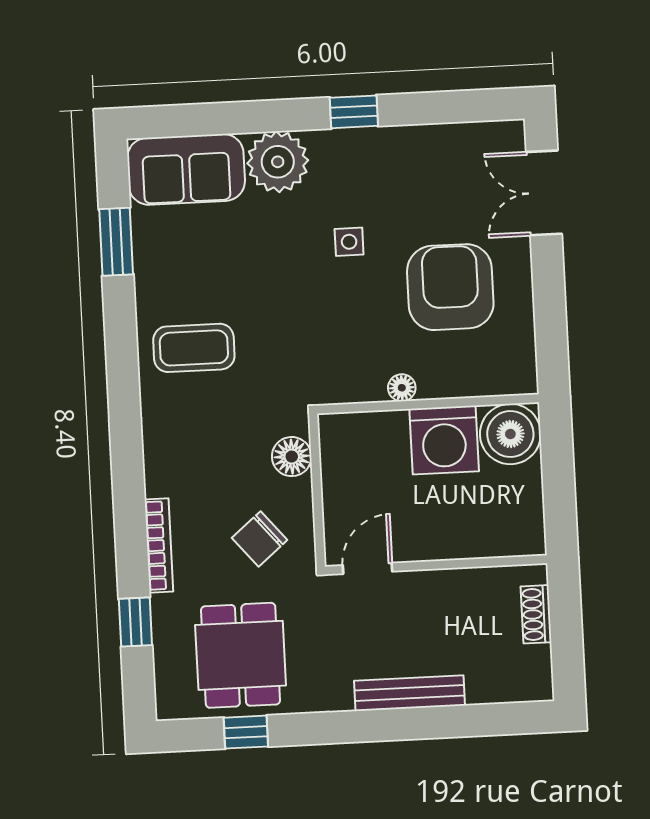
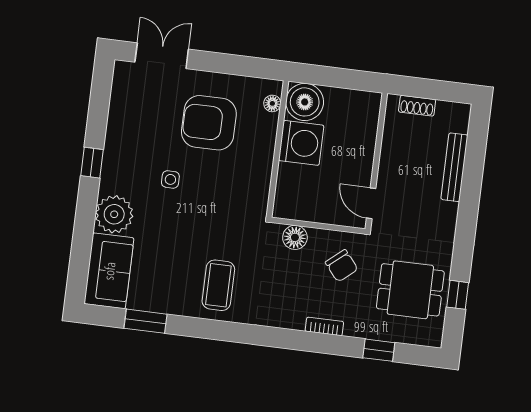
double door: (544, 193) -> (162, 56), swing flipped
floor lamp: (402, 388) -> (272, 103), moved
bookcase: (159, 545) -> (324, 326), width x0.64
bench: (410, 693) -> (454, 167), moved

